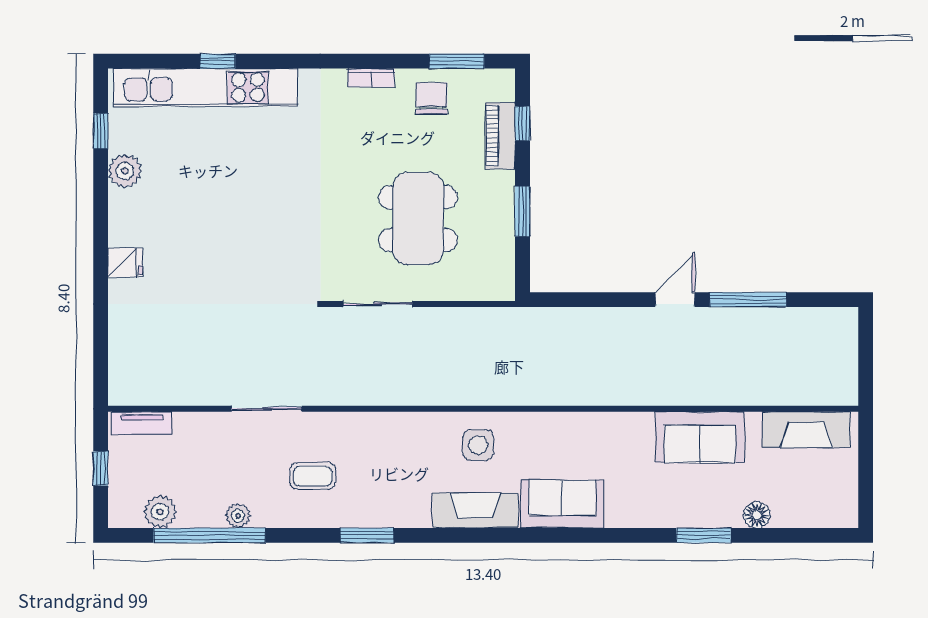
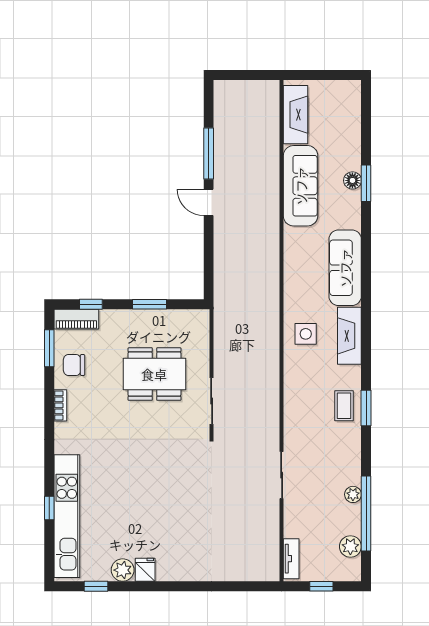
piano: (500, 136) -> (76, 319), moved
fridge: (125, 263) -> (145, 570), moved
sofa: (700, 437) -> (301, 186), width x1.36
coffee table: (313, 476) -> (344, 406), moved
sofa: (562, 504) -> (345, 268), width x1.36
floor lamp: (757, 515) -> (352, 180), moved

